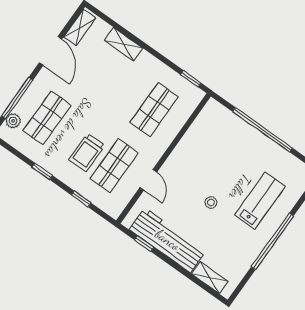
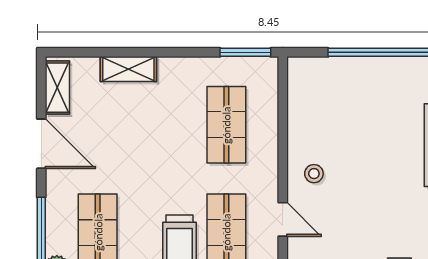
window: (191, 79) -> (245, 52), width x1.50
stool: (211, 202) -> (314, 174), moved

